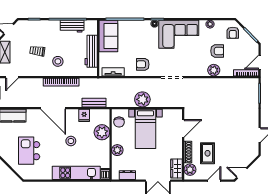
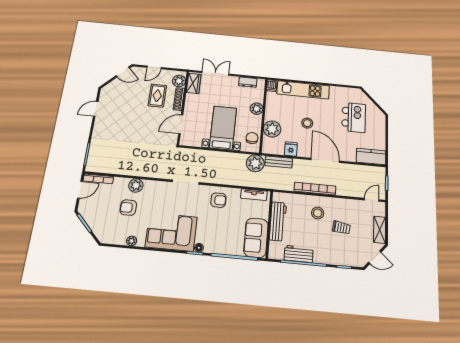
armchair: (233, 33) -> (106, 228), removed
plant: (142, 99) -> (255, 163), moved

